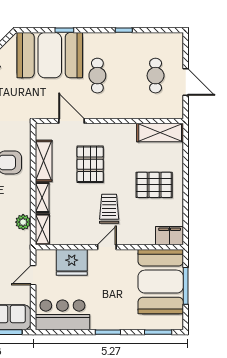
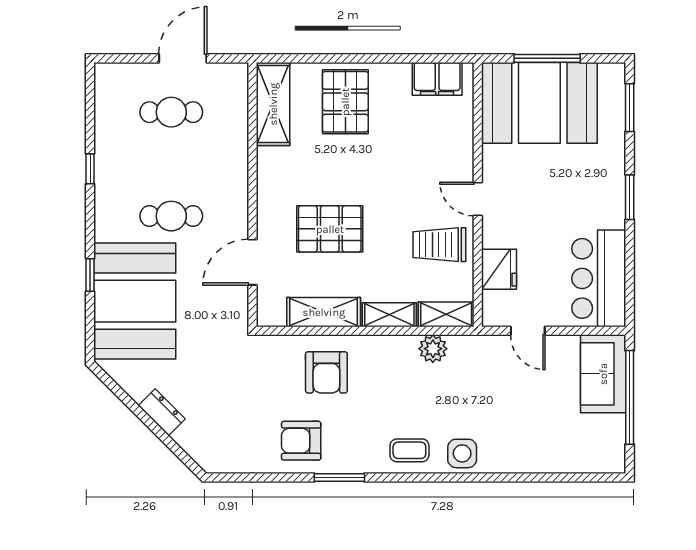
pallet: (154, 185) -> (345, 102), moved
trolley: (109, 209) -> (439, 245), moved
filing cabinet: (170, 236) -> (437, 79), moved, turned -90
fridge: (72, 262) -> (499, 269), width x0.73, depth x0.75

